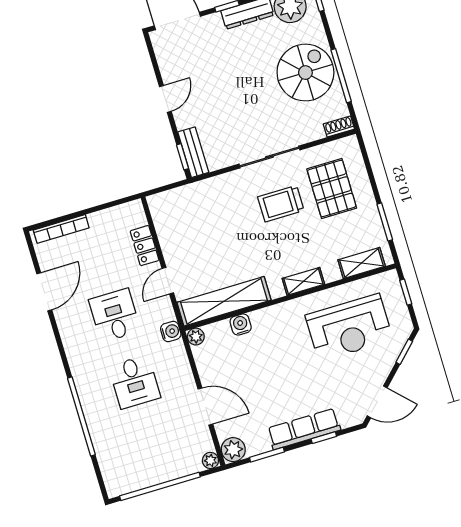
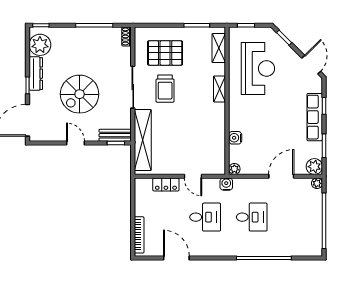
spiral stairs: (305, 73) -> (80, 94), moved, turned -90
shelving: (224, 301) -> (143, 140), moved
desk: (115, 315) -> (205, 217), turned 180

